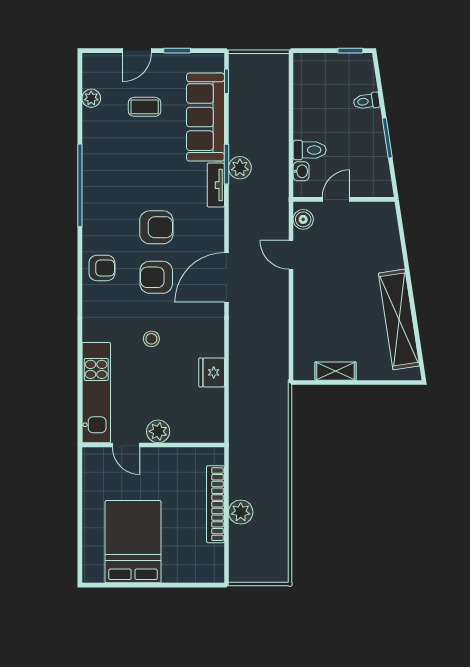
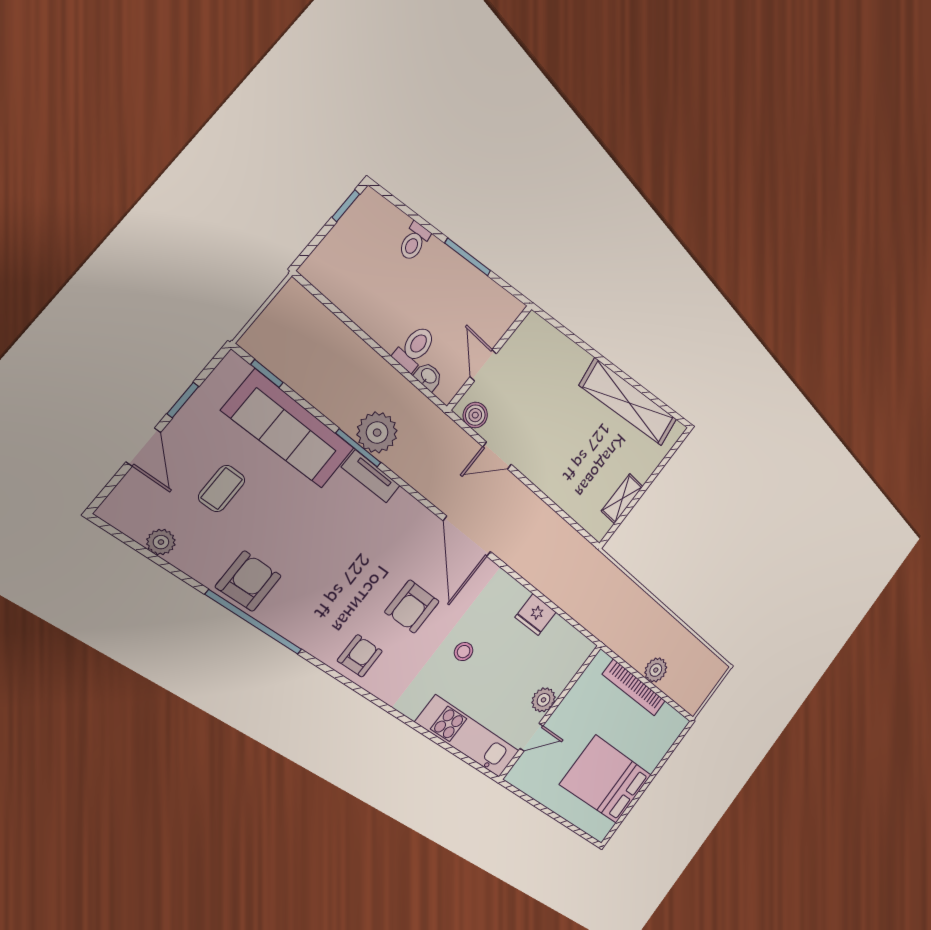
plant: (240, 168) -> (377, 433), width x1.36, depth x1.36
armchair: (156, 227) -> (248, 581), moved

